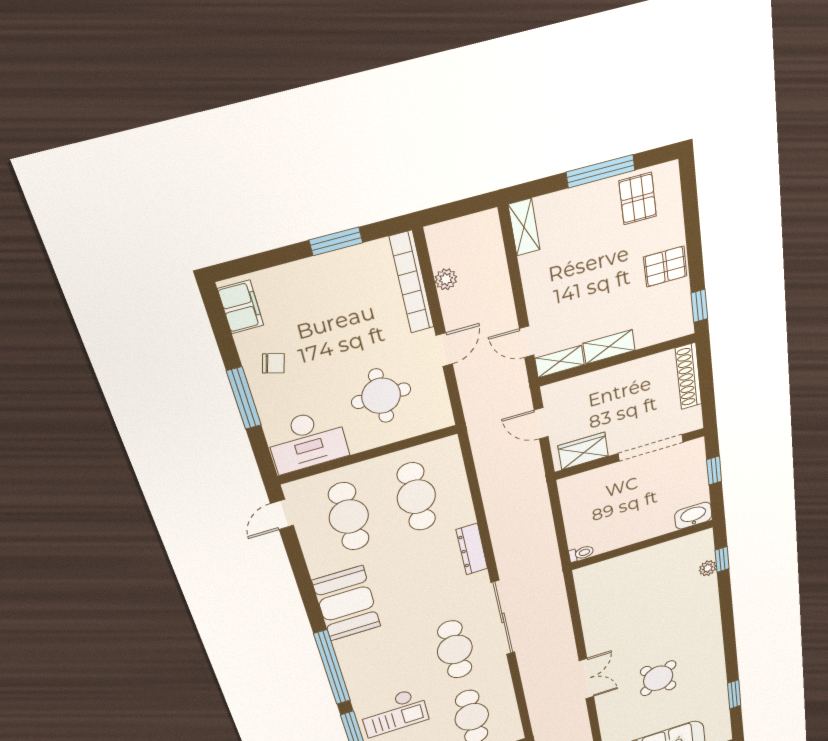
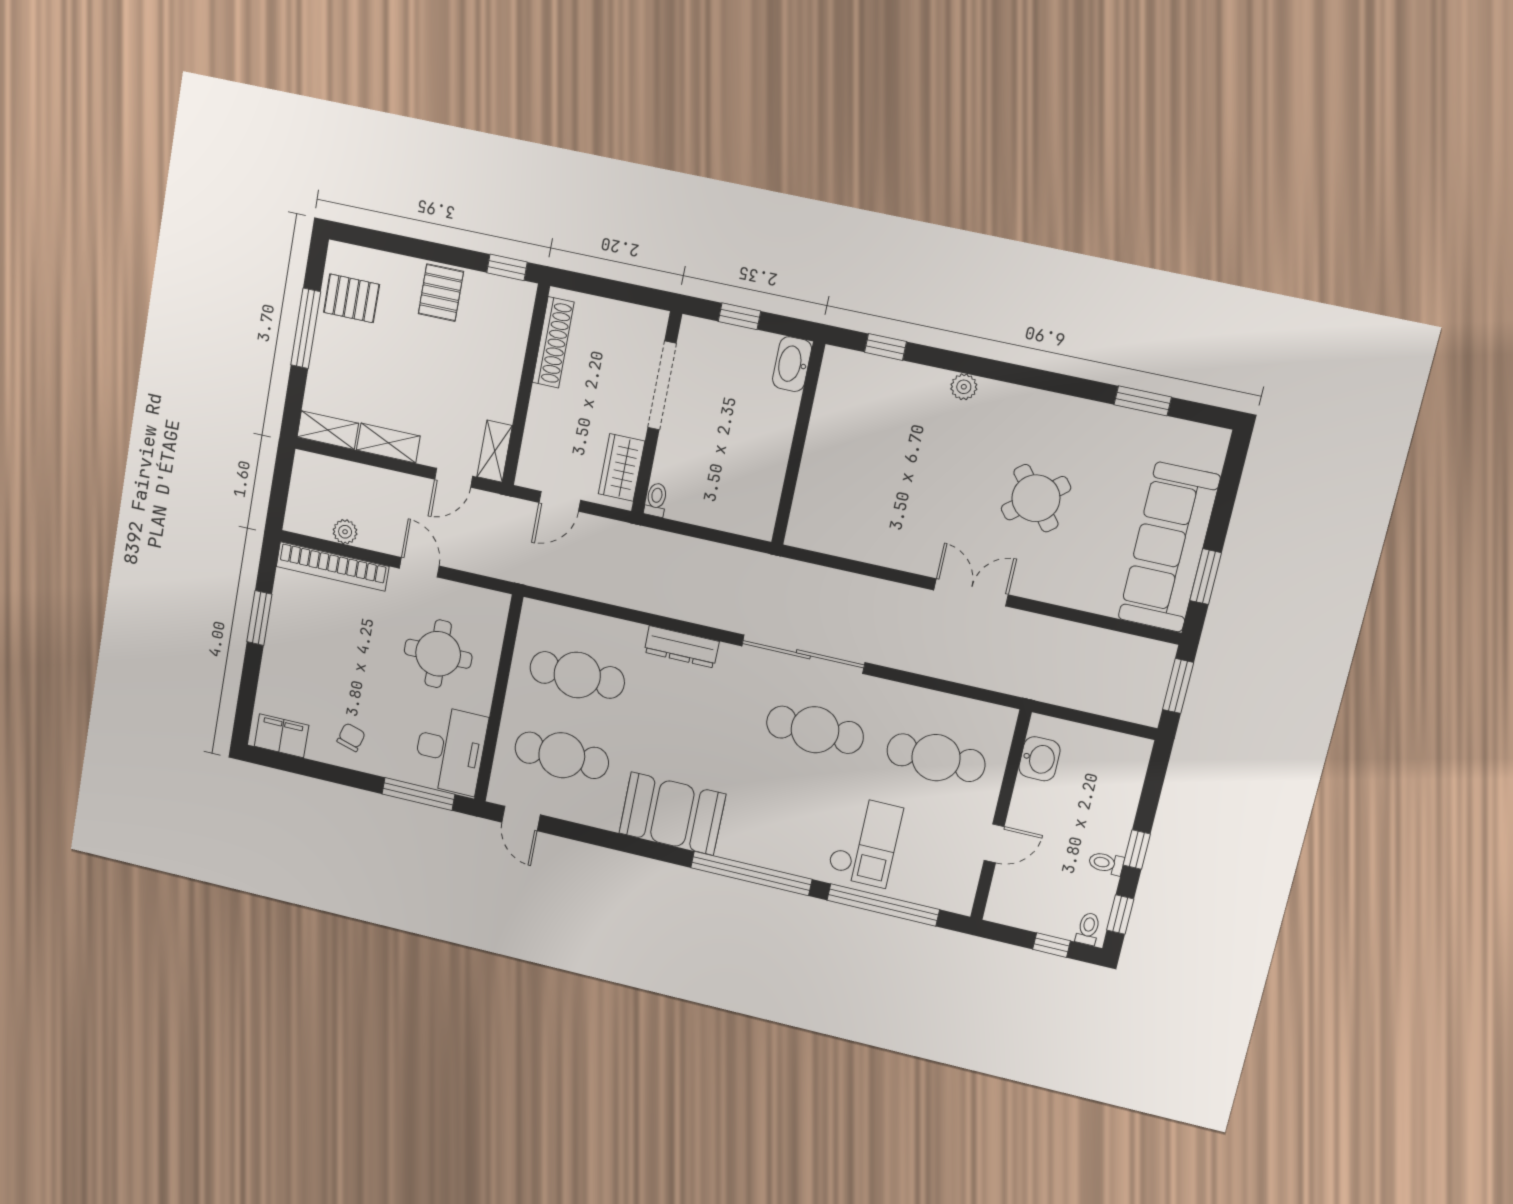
shelving: (609, 347) -> (388, 443), moved, turned 90
shoe rack: (688, 376) -> (553, 342), moved, turned -90
window: (244, 398) -> (418, 794), moved
toilet: (581, 553) -> (656, 500), moved
plant: (708, 568) -> (964, 387), moved

